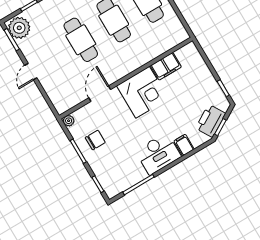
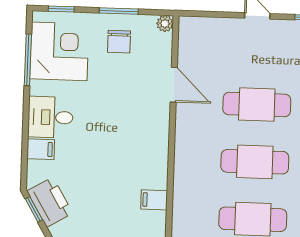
filing cabinet: (166, 66) -> (154, 200), width x0.50
corner desk: (143, 92) -> (59, 51), moved, turned 180
desk: (158, 154) -> (51, 117), width x0.73

